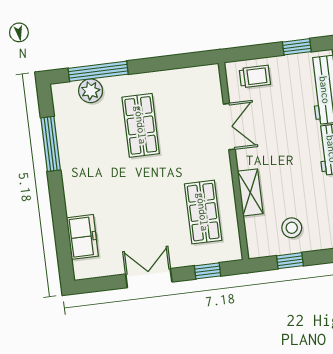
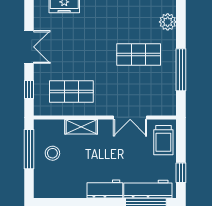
window: (98, 71) -> (181, 70), moved
trolley: (255, 76) -> (163, 140), width x1.36, depth x1.39
window: (290, 261) -> (29, 149), width x2.17

